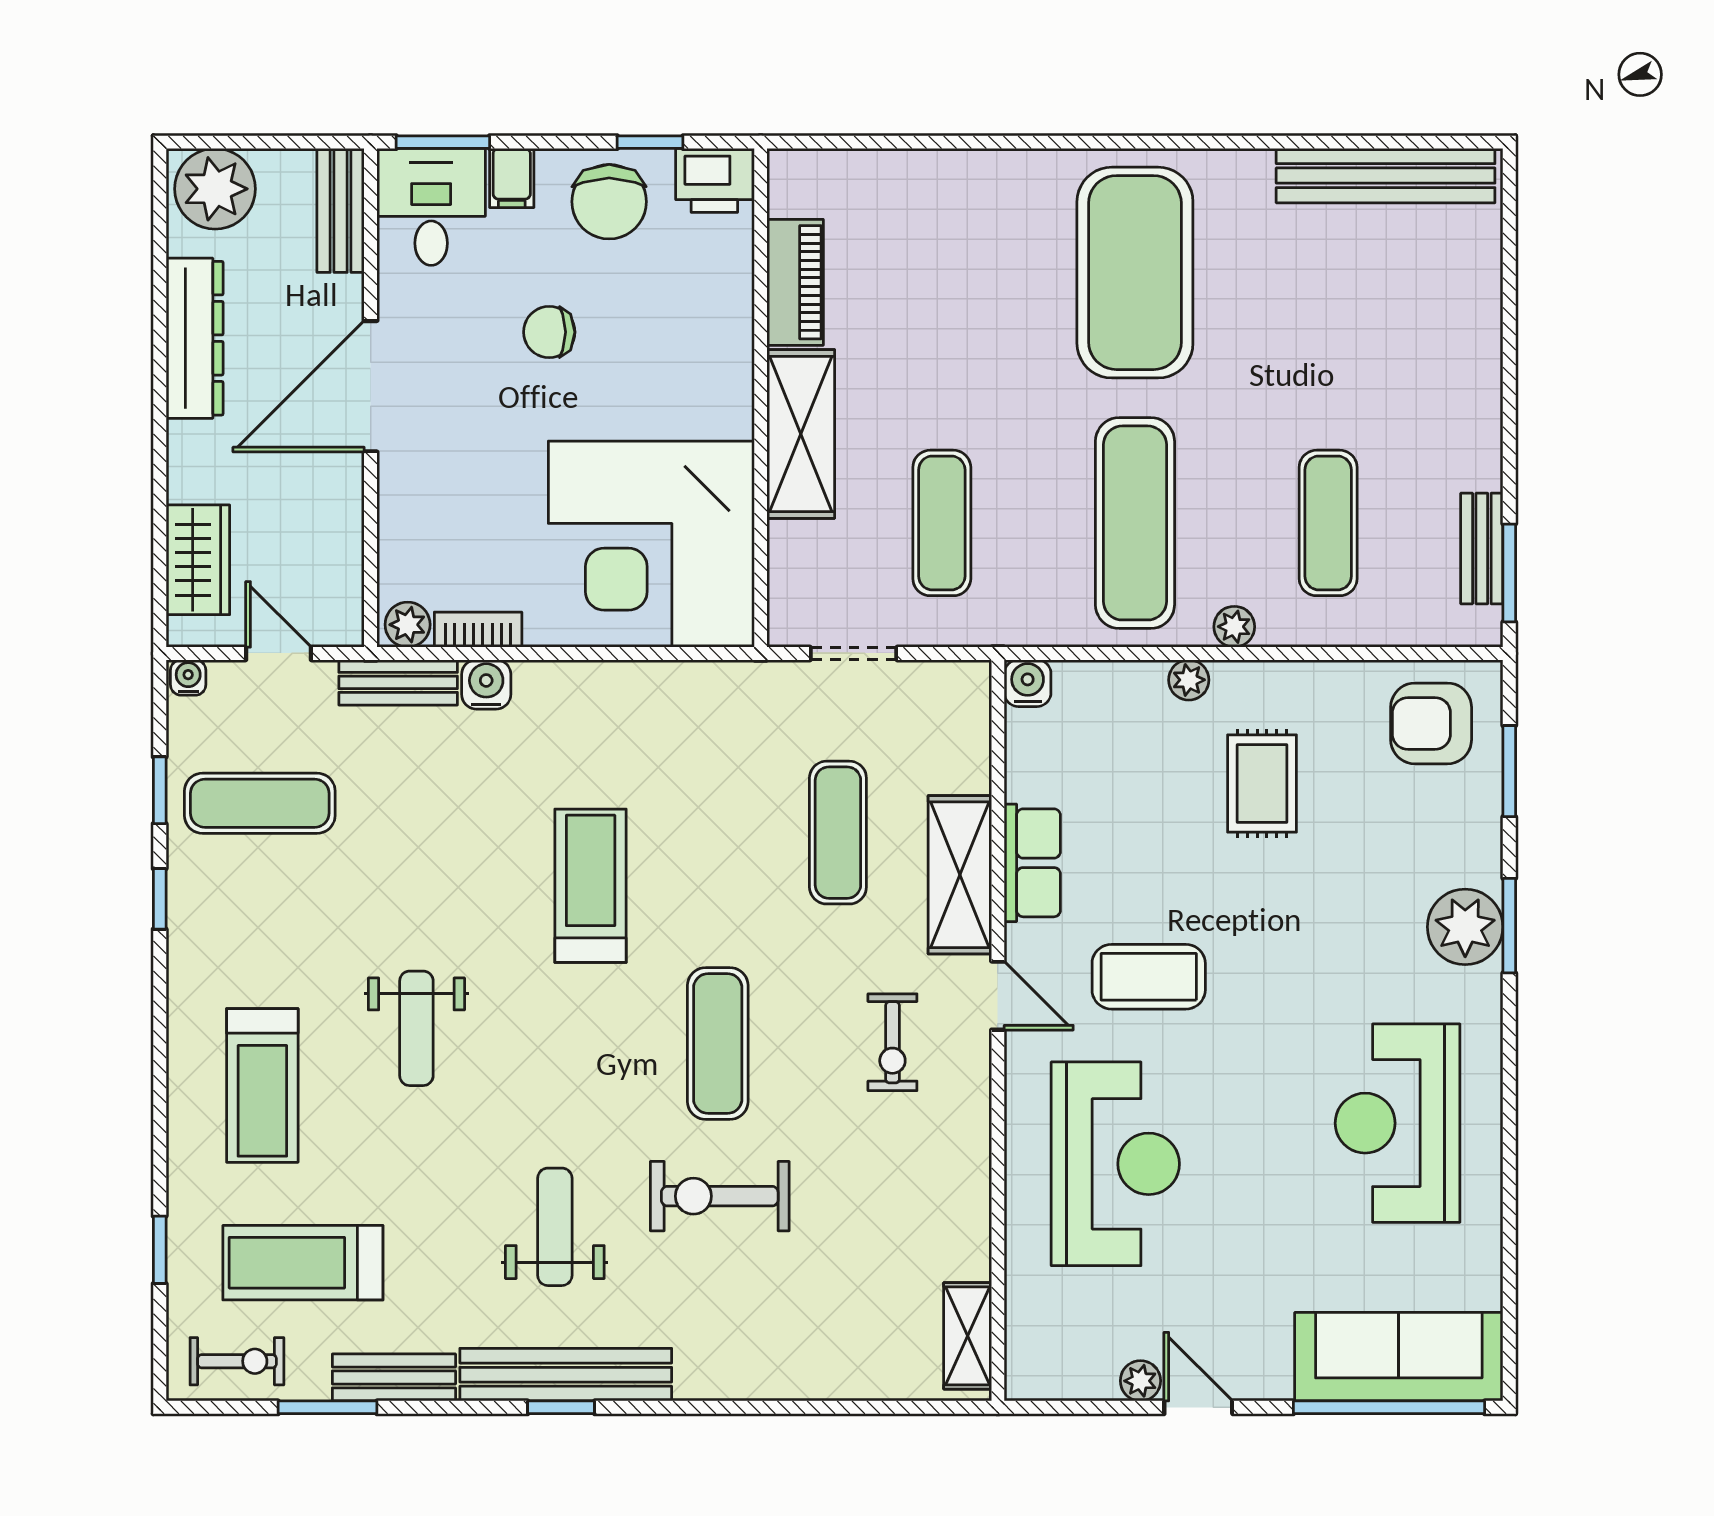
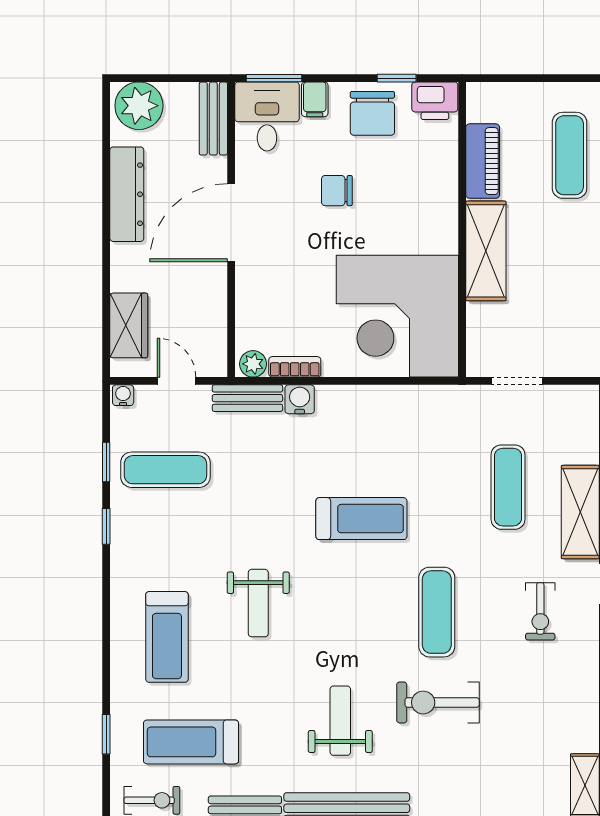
exercise mat: (942, 523) -> (570, 155), moved
treadmill: (591, 886) -> (361, 519), turned 90

